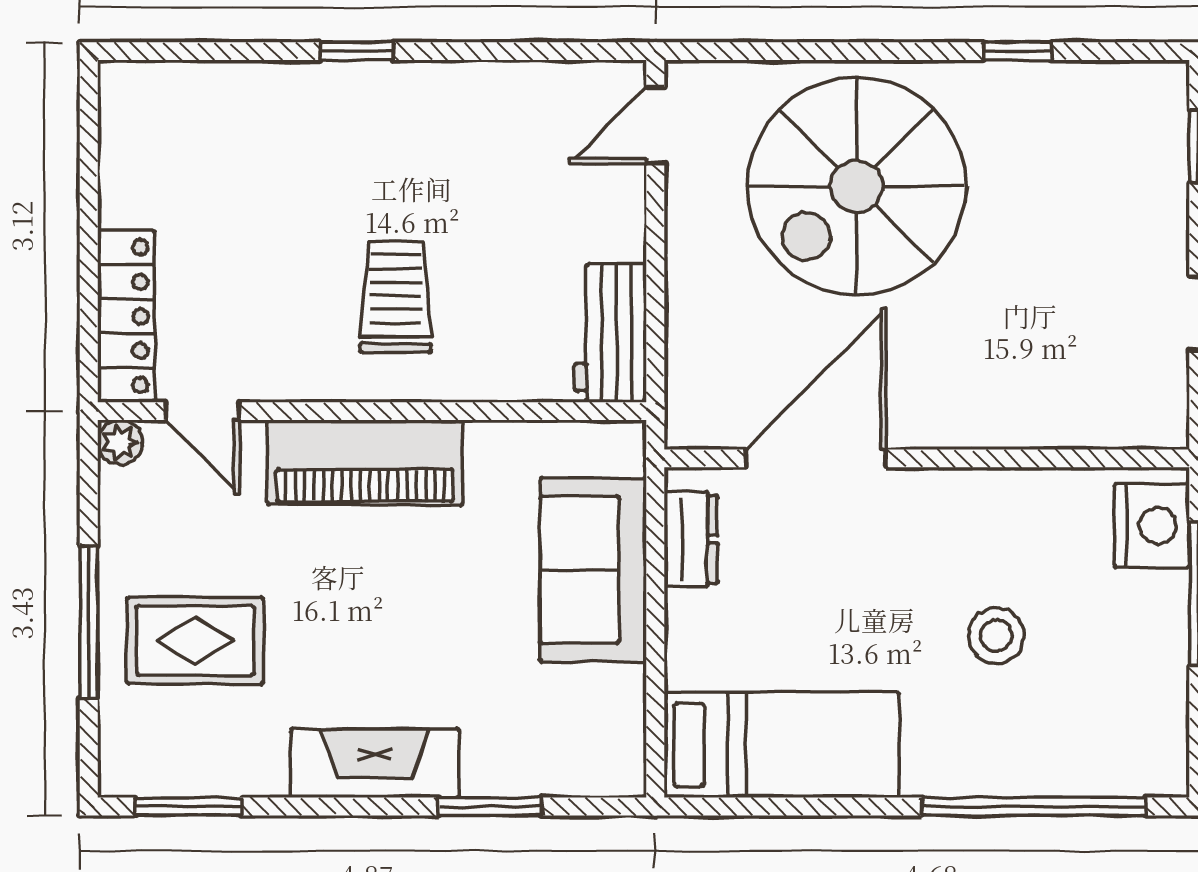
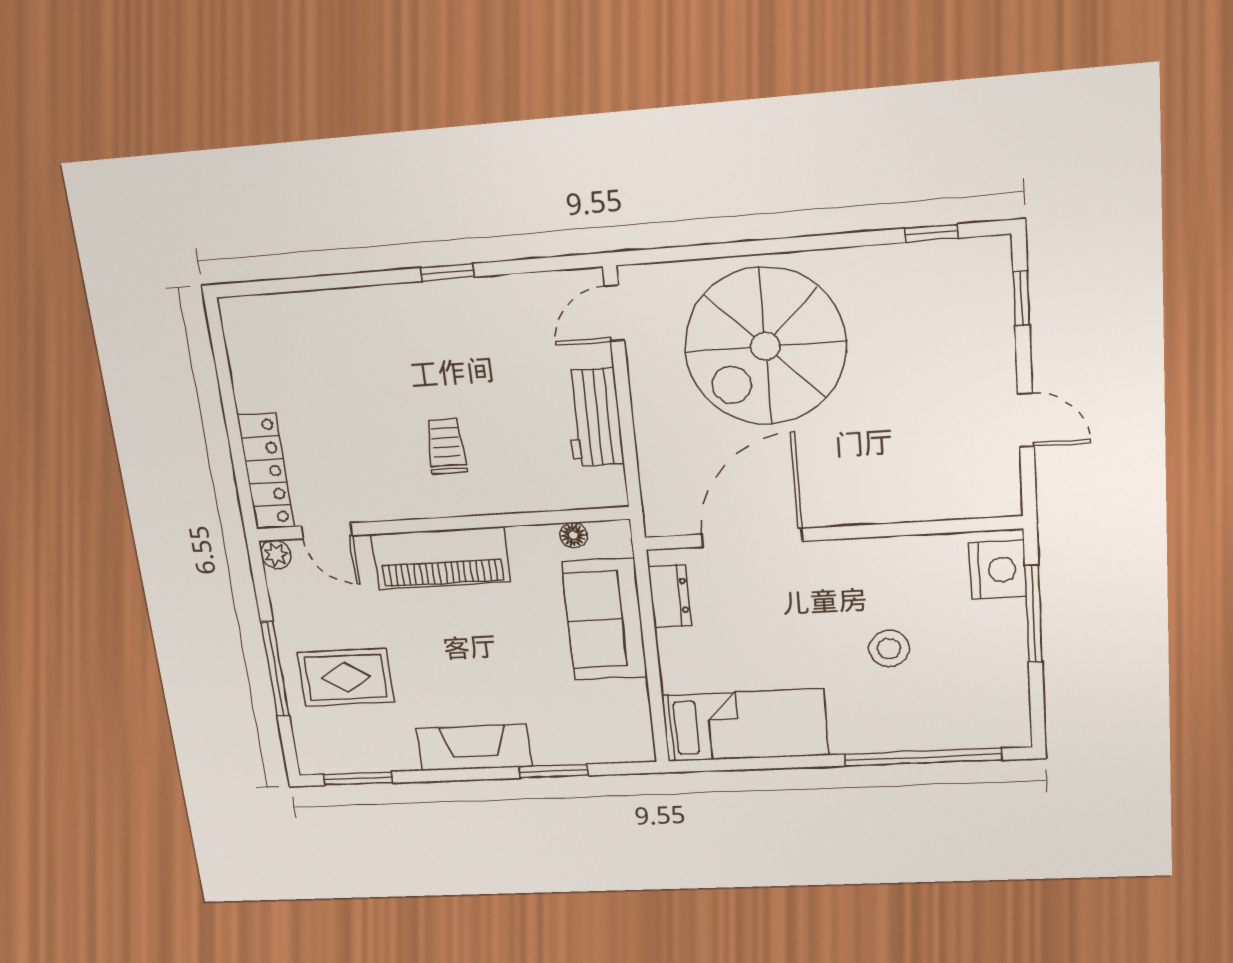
window: (357, 51) -> (447, 272), moved
window: (1018, 51) -> (931, 233), moved
trolley: (396, 297) -> (446, 446), width x0.73, depth x0.72
workbench: (611, 333) -> (594, 417), moved
floor lamp: (562, 439) -> (573, 535), added

